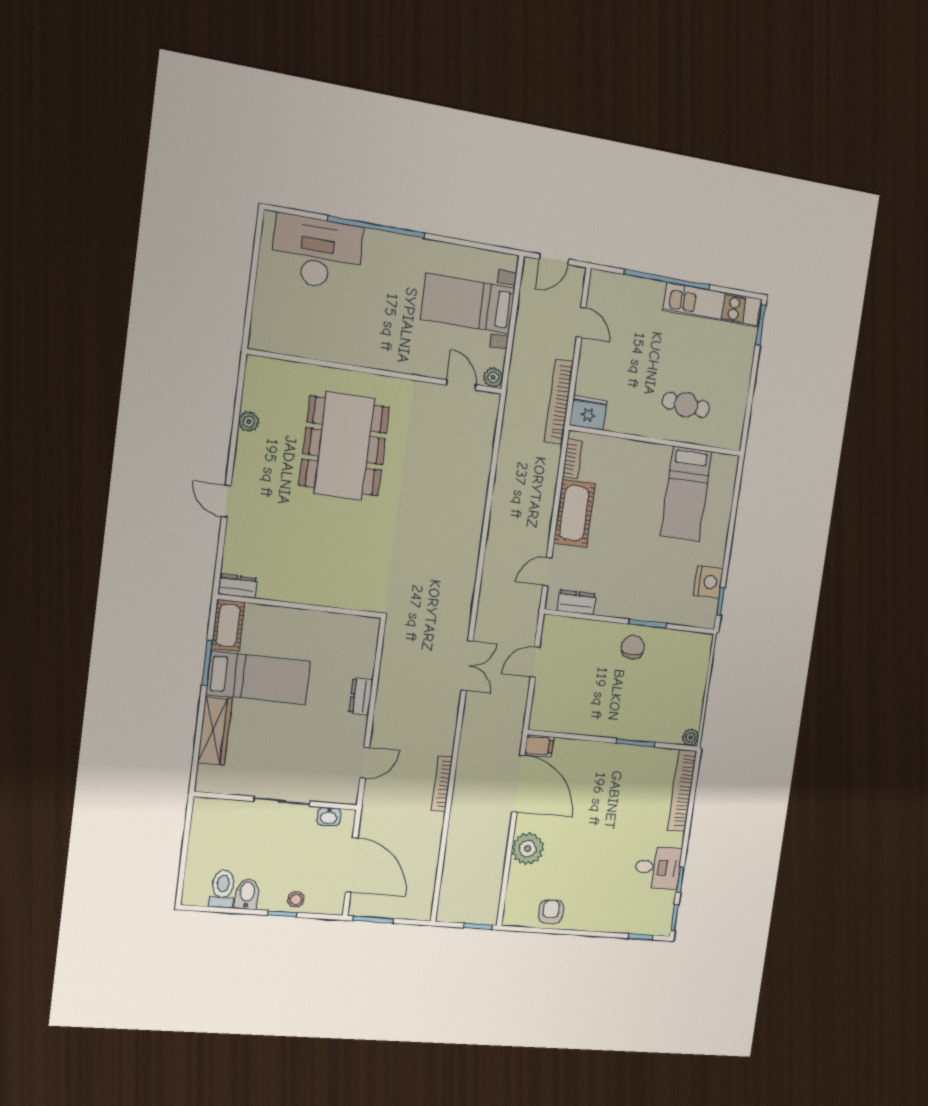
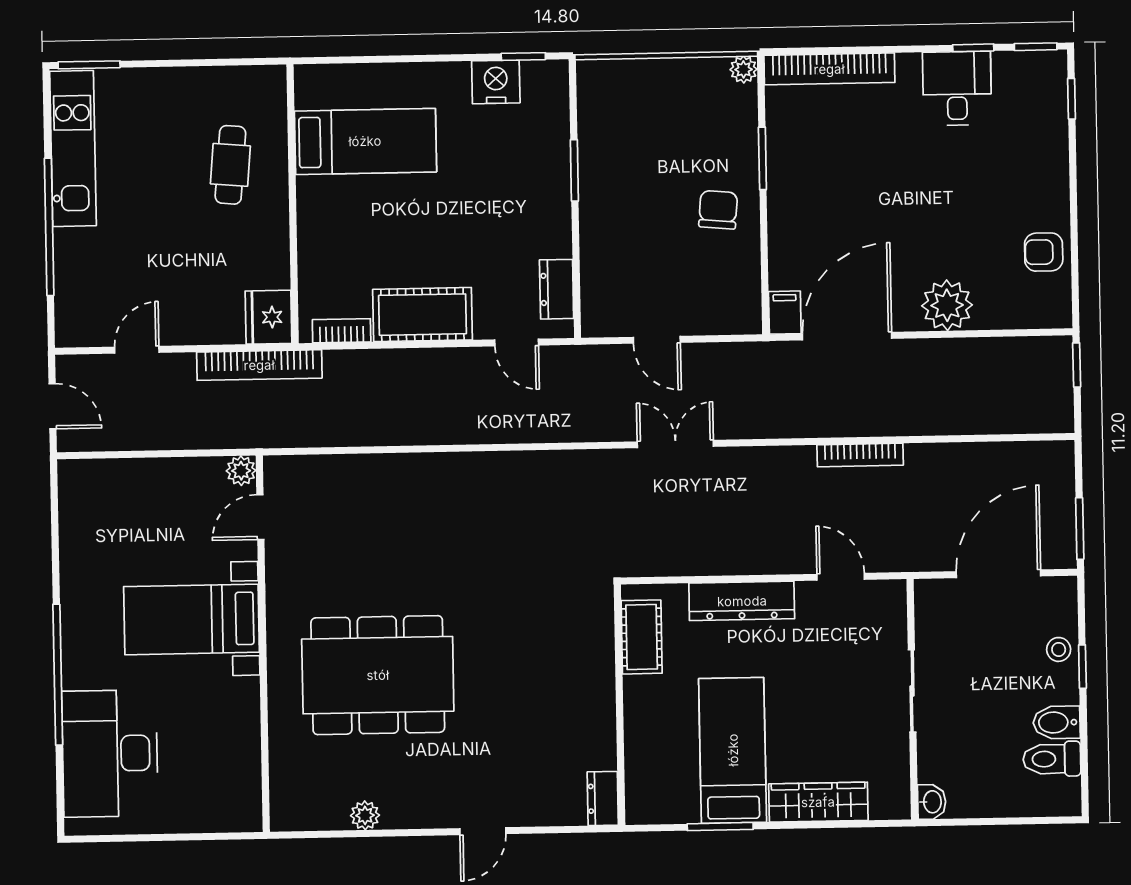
bed with nightstands: (468, 303) -> (192, 619), moved, turned 90
cot: (228, 625) -> (642, 637), moved, turned 90
chair: (633, 647) -> (718, 210), moved, turned 95
dresser: (361, 696) -> (742, 601), width x1.96, depth x1.24
washbasin: (329, 817) -> (932, 802), moved

